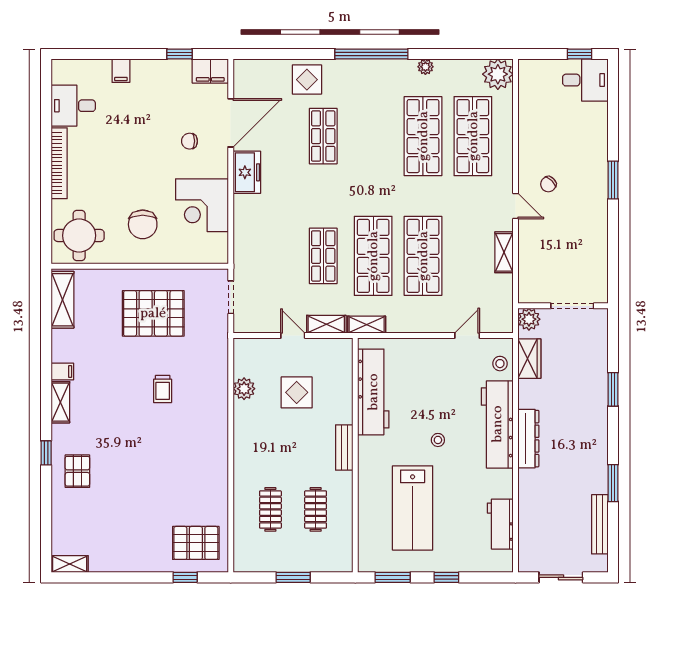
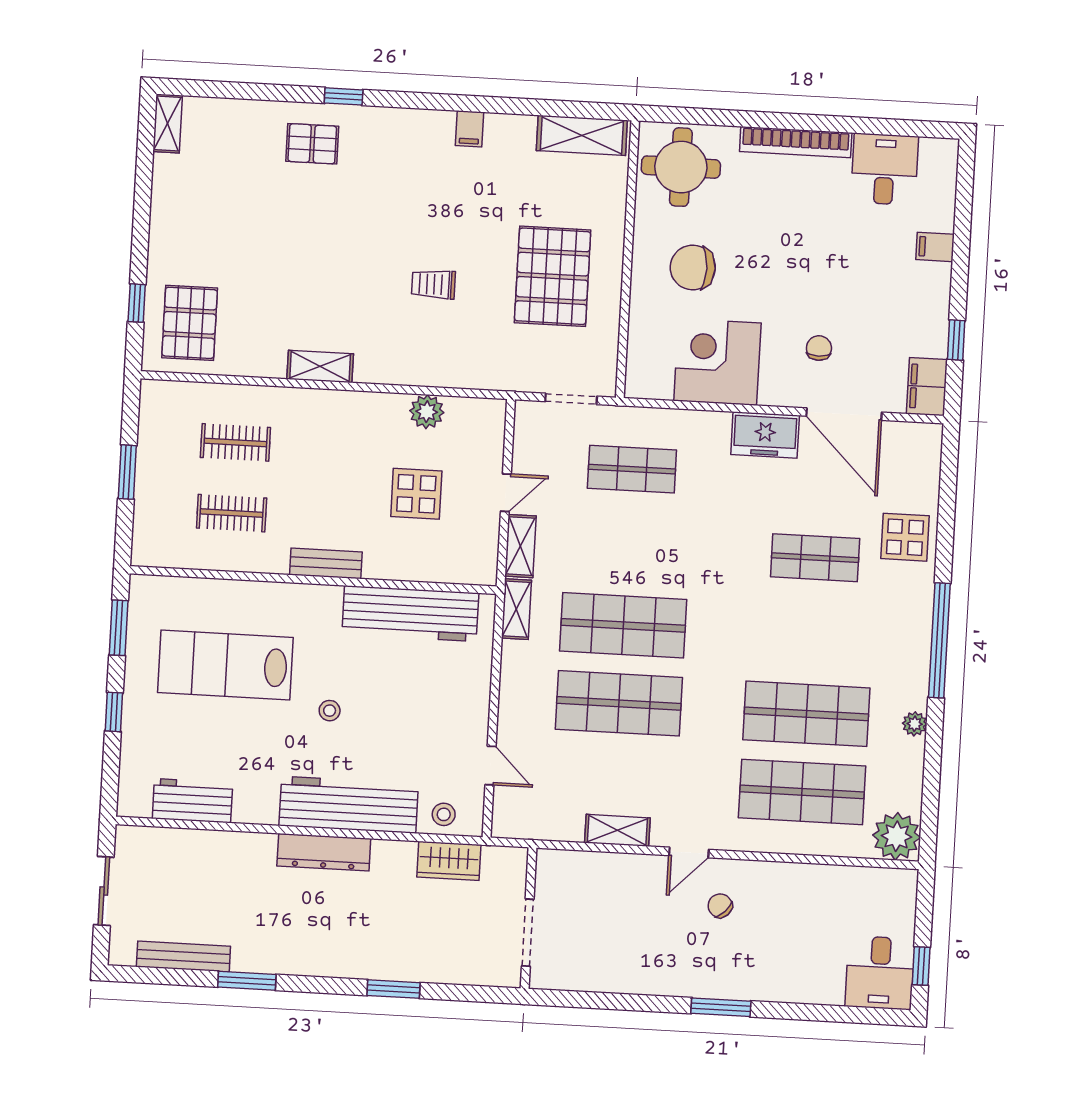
shop shelf: (323, 256) -> (632, 469), moved
plant: (529, 319) -> (511, 864), removed
shelving: (60, 402) -> (320, 366), moved

